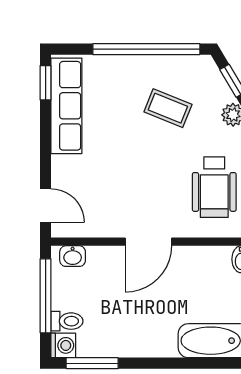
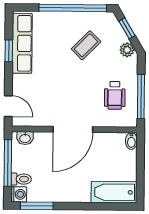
window: (46, 83) -> (9, 51), moved
coffee table: (168, 108) -> (86, 45), turned -67
wheelchair: (214, 187) -> (115, 95), width x0.73, depth x0.73
door: (148, 242) -> (73, 129), width x1.36

